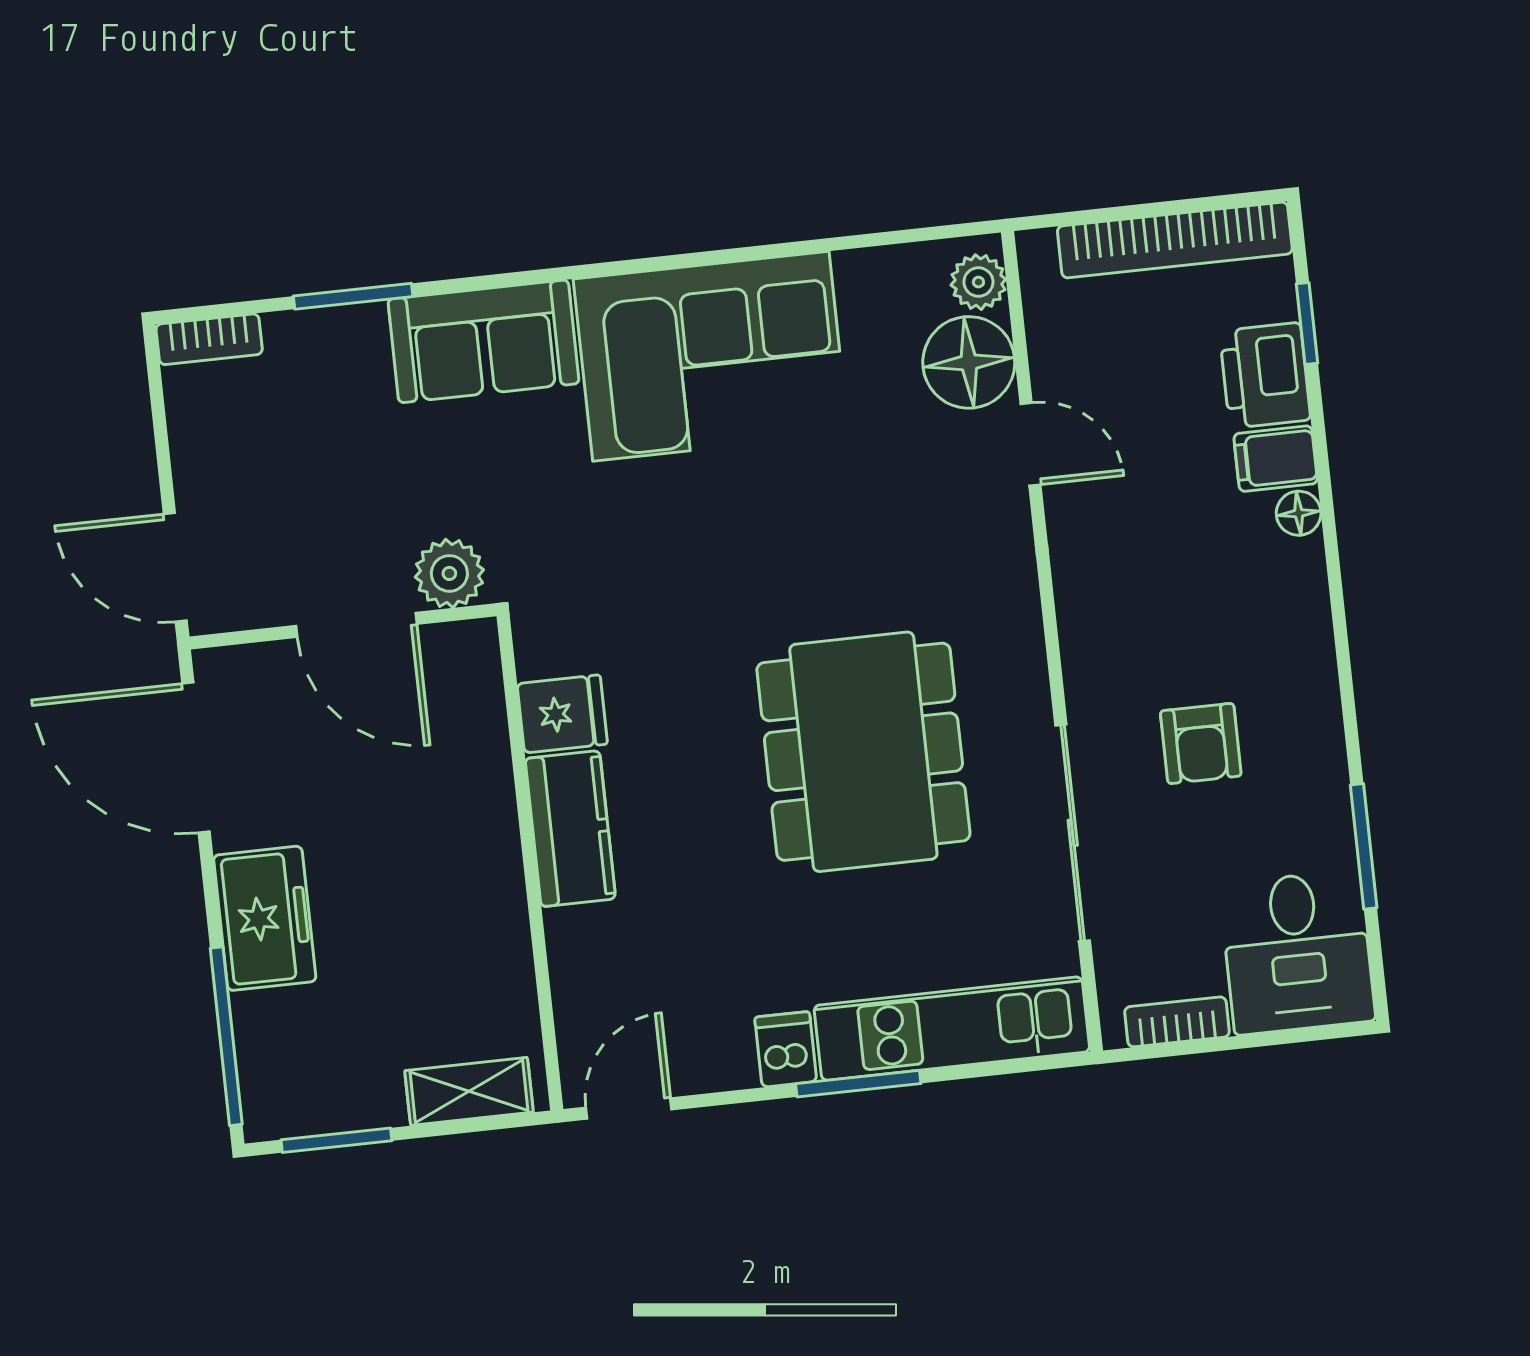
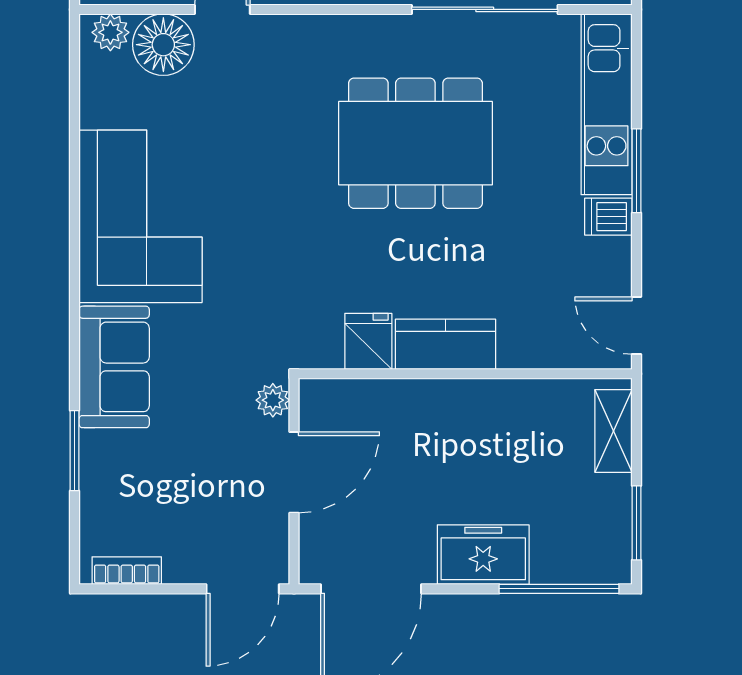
bookcase: (209, 339) -> (127, 571), moved, turned -90
plant: (449, 573) -> (273, 400), width x0.73, depth x0.73

